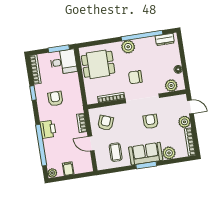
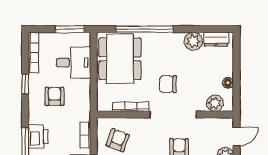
window: (142, 36) -> (144, 29), moved
plant: (128, 47) -> (193, 41), moved
desk: (63, 62) -> (73, 63), moved
dining table: (98, 64) -> (120, 59), width x1.38
door: (190, 107) -> (237, 136), hinge flipped

